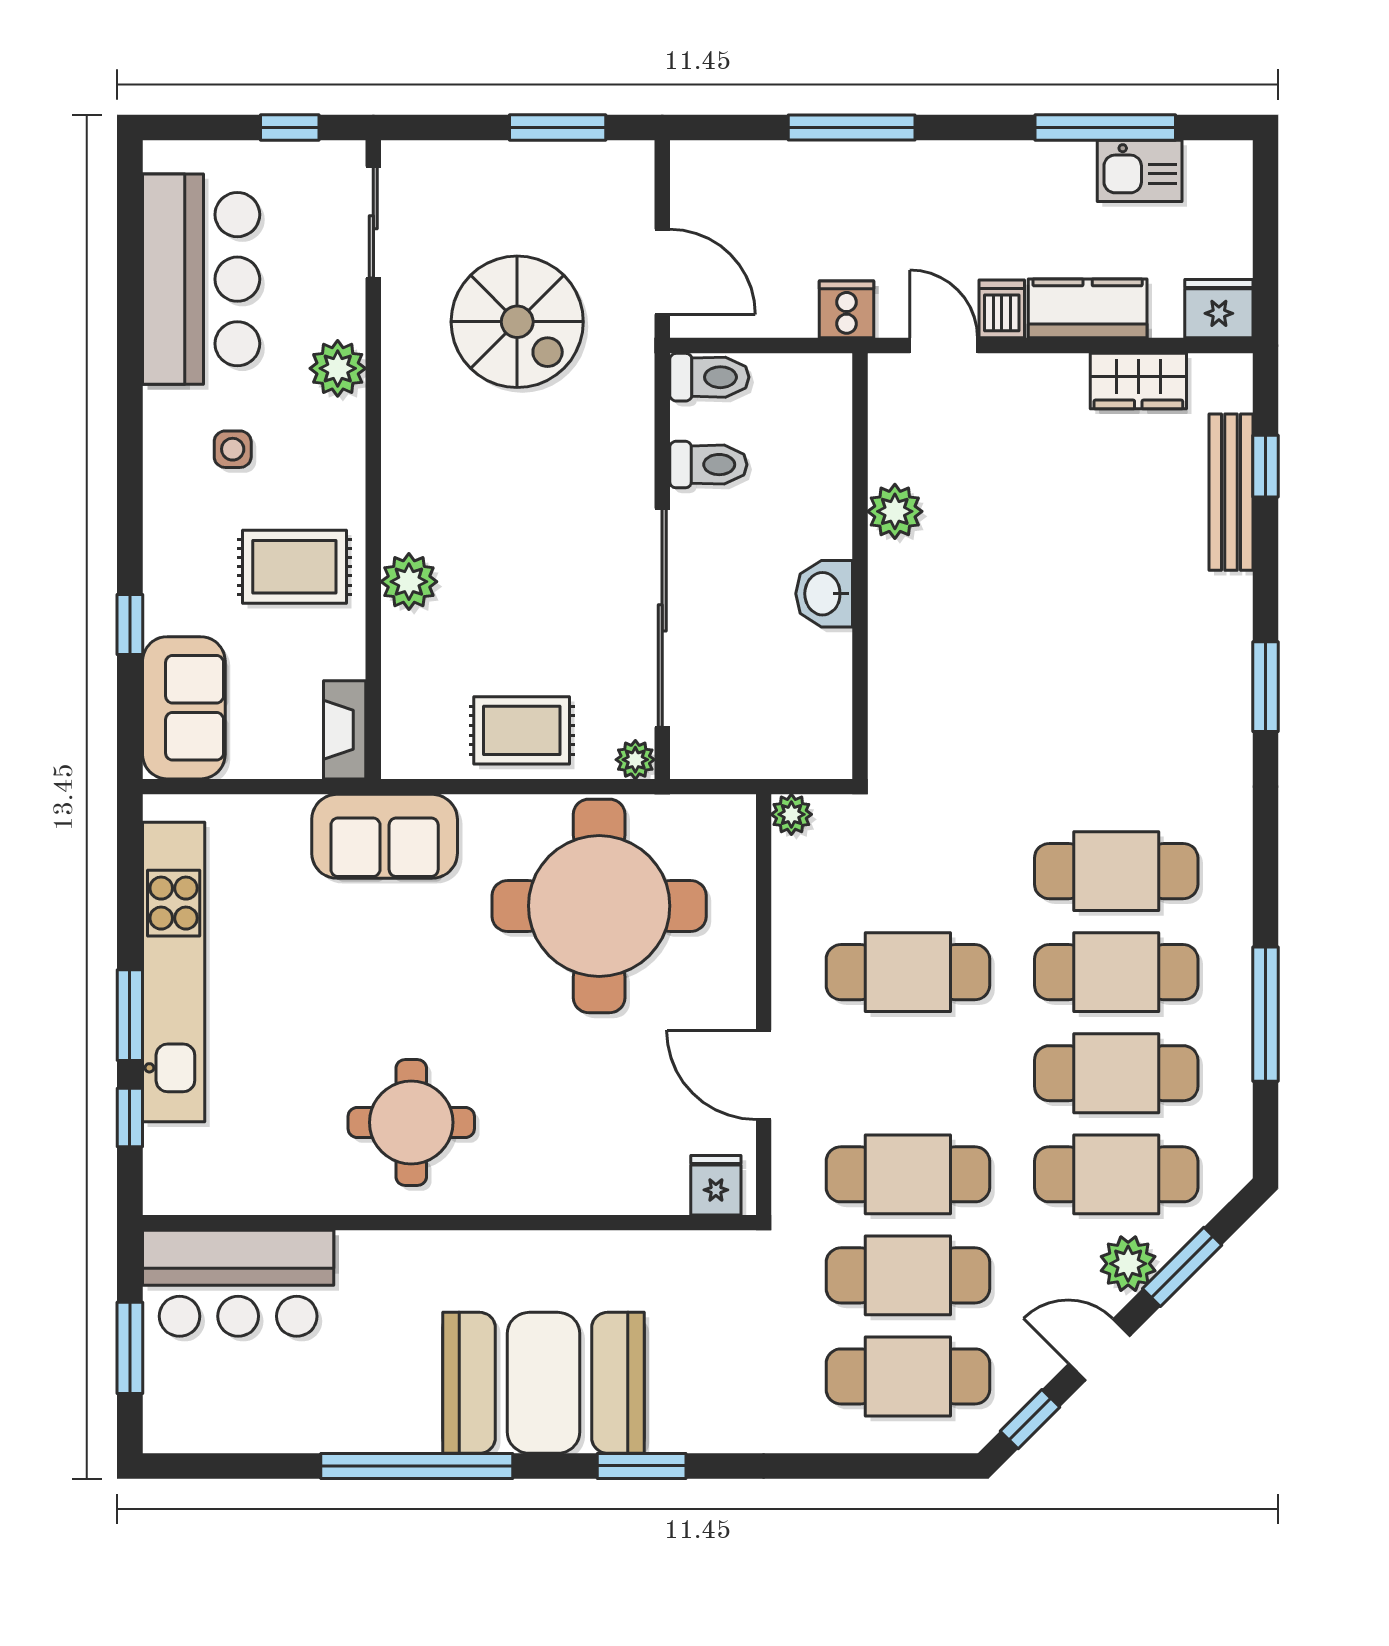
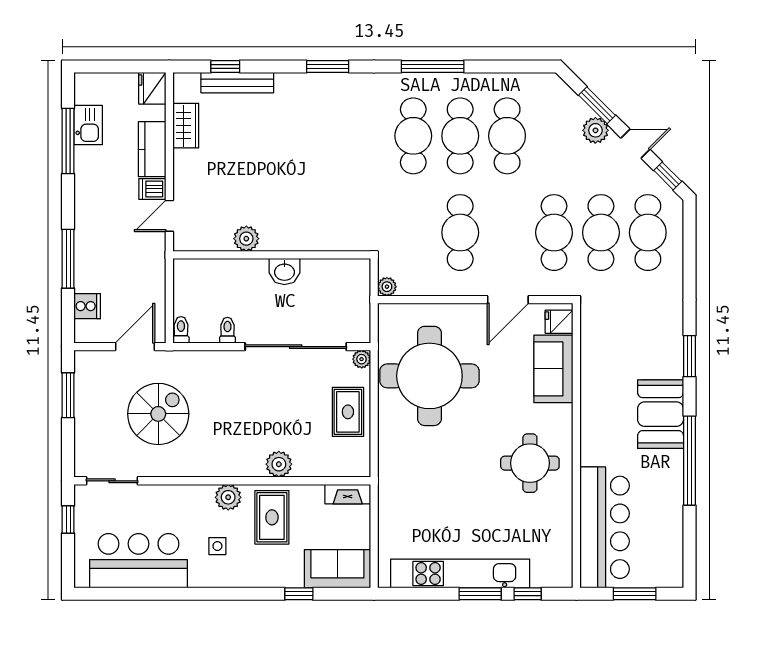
cooker: (847, 309) -> (87, 306), moved, turned 180
plant: (338, 368) -> (228, 497), moved
toilet: (709, 377) -> (181, 330), width x0.73, depth x0.72
toilet: (708, 465) -> (227, 330), width x0.73, depth x0.72
sofa: (385, 836) -> (553, 369), moved, turned 180
window: (1266, 1014) -> (433, 67), moved
cafe table: (1116, 1174) -> (554, 136), removed
bar counter: (238, 1283) -> (605, 527), width x1.36
door: (1099, 1350) -> (635, 144), swing flipped
booth: (544, 1383) -> (661, 414), width x0.73, depth x0.70

